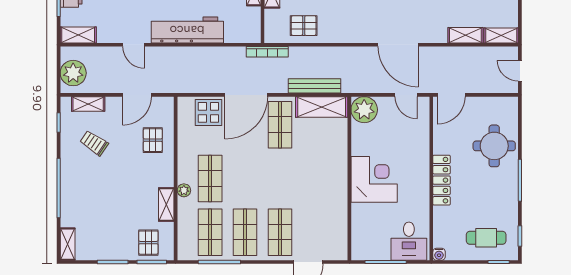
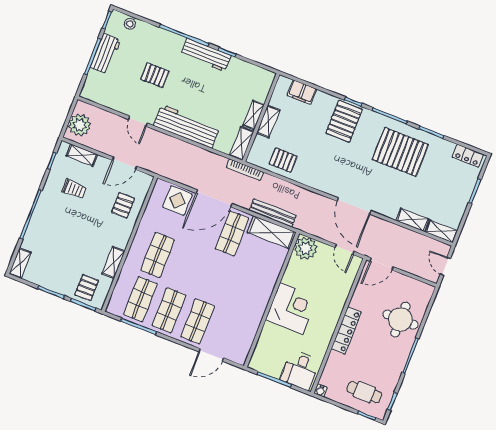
shelving: (78, 35) -> (242, 143), moved, turned 90
trolley: (94, 143) -> (74, 189), turned 146
plant: (184, 190) -> (132, 256), removed

